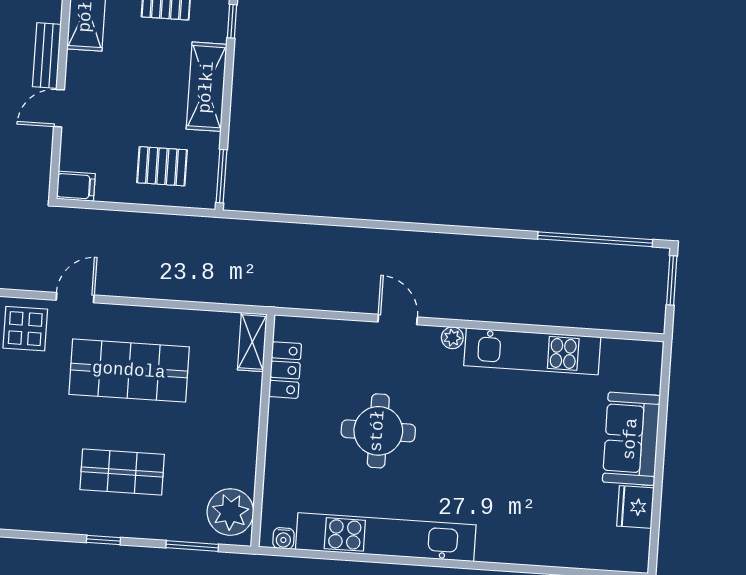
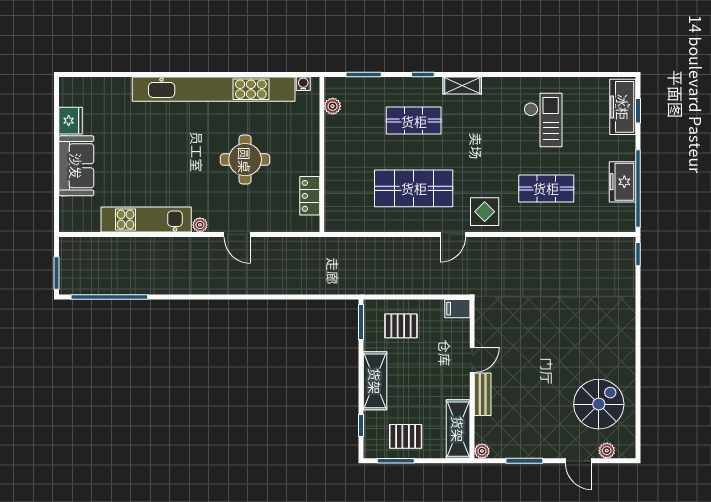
shelving: (252, 342) -> (462, 85), moved, turned 90
plant: (230, 512) -> (333, 106), width x0.53, depth x0.53
kitchen unit: (386, 537) -> (214, 89), width x1.36

